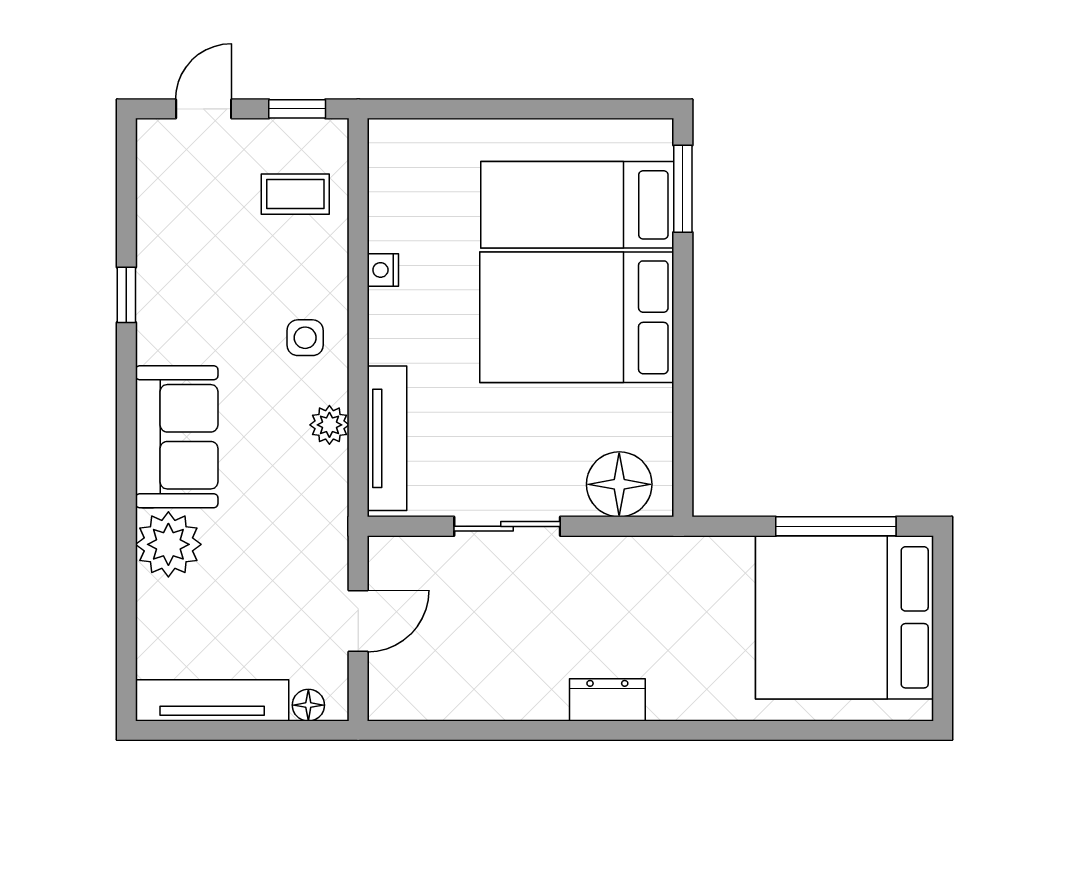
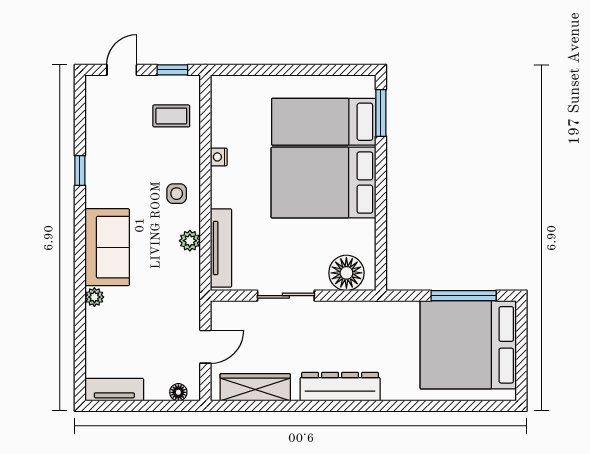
plant: (168, 544) -> (94, 297), width x0.53, depth x0.53
wardrobe: (450, 696) -> (255, 387), added
tv unit: (212, 700) -> (114, 390), width x0.71
dresser: (607, 700) -> (340, 387), width x1.96, depth x1.24

